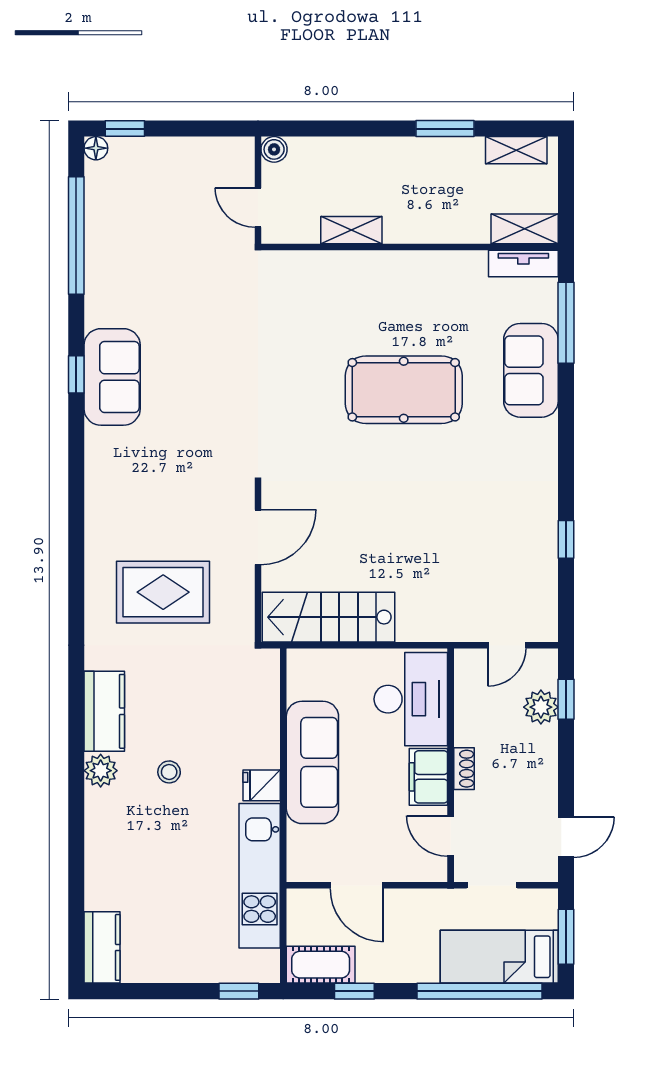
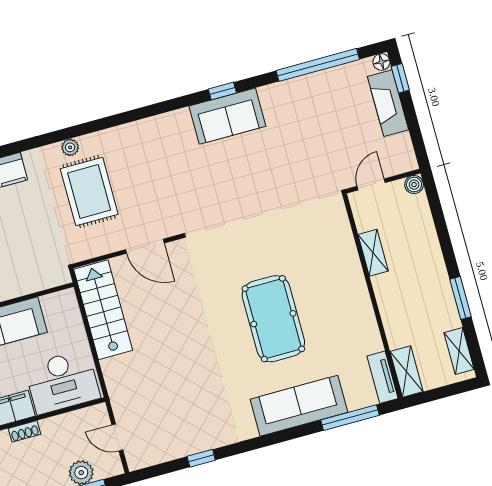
fireplace: (154, 155) -> (388, 103), added
sofa: (531, 370) -> (299, 406), width x1.36
plant: (96, 602) -> (70, 147), added

